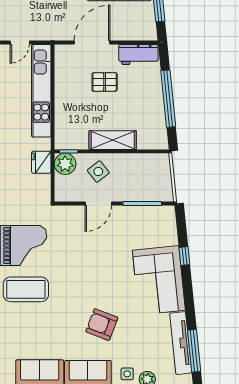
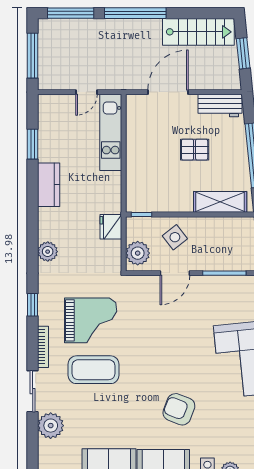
pallet: (105, 82) -> (195, 150), moved
kitchen unit: (41, 91) -> (111, 132), width x0.73
shelving: (113, 140) -> (220, 202), moved
plant: (65, 164) -> (138, 253), moved

